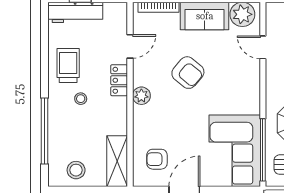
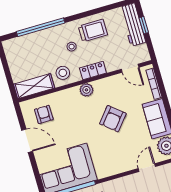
door: (130, 46) -> (130, 68), moved
stool: (76, 170) -> (63, 73), moved

